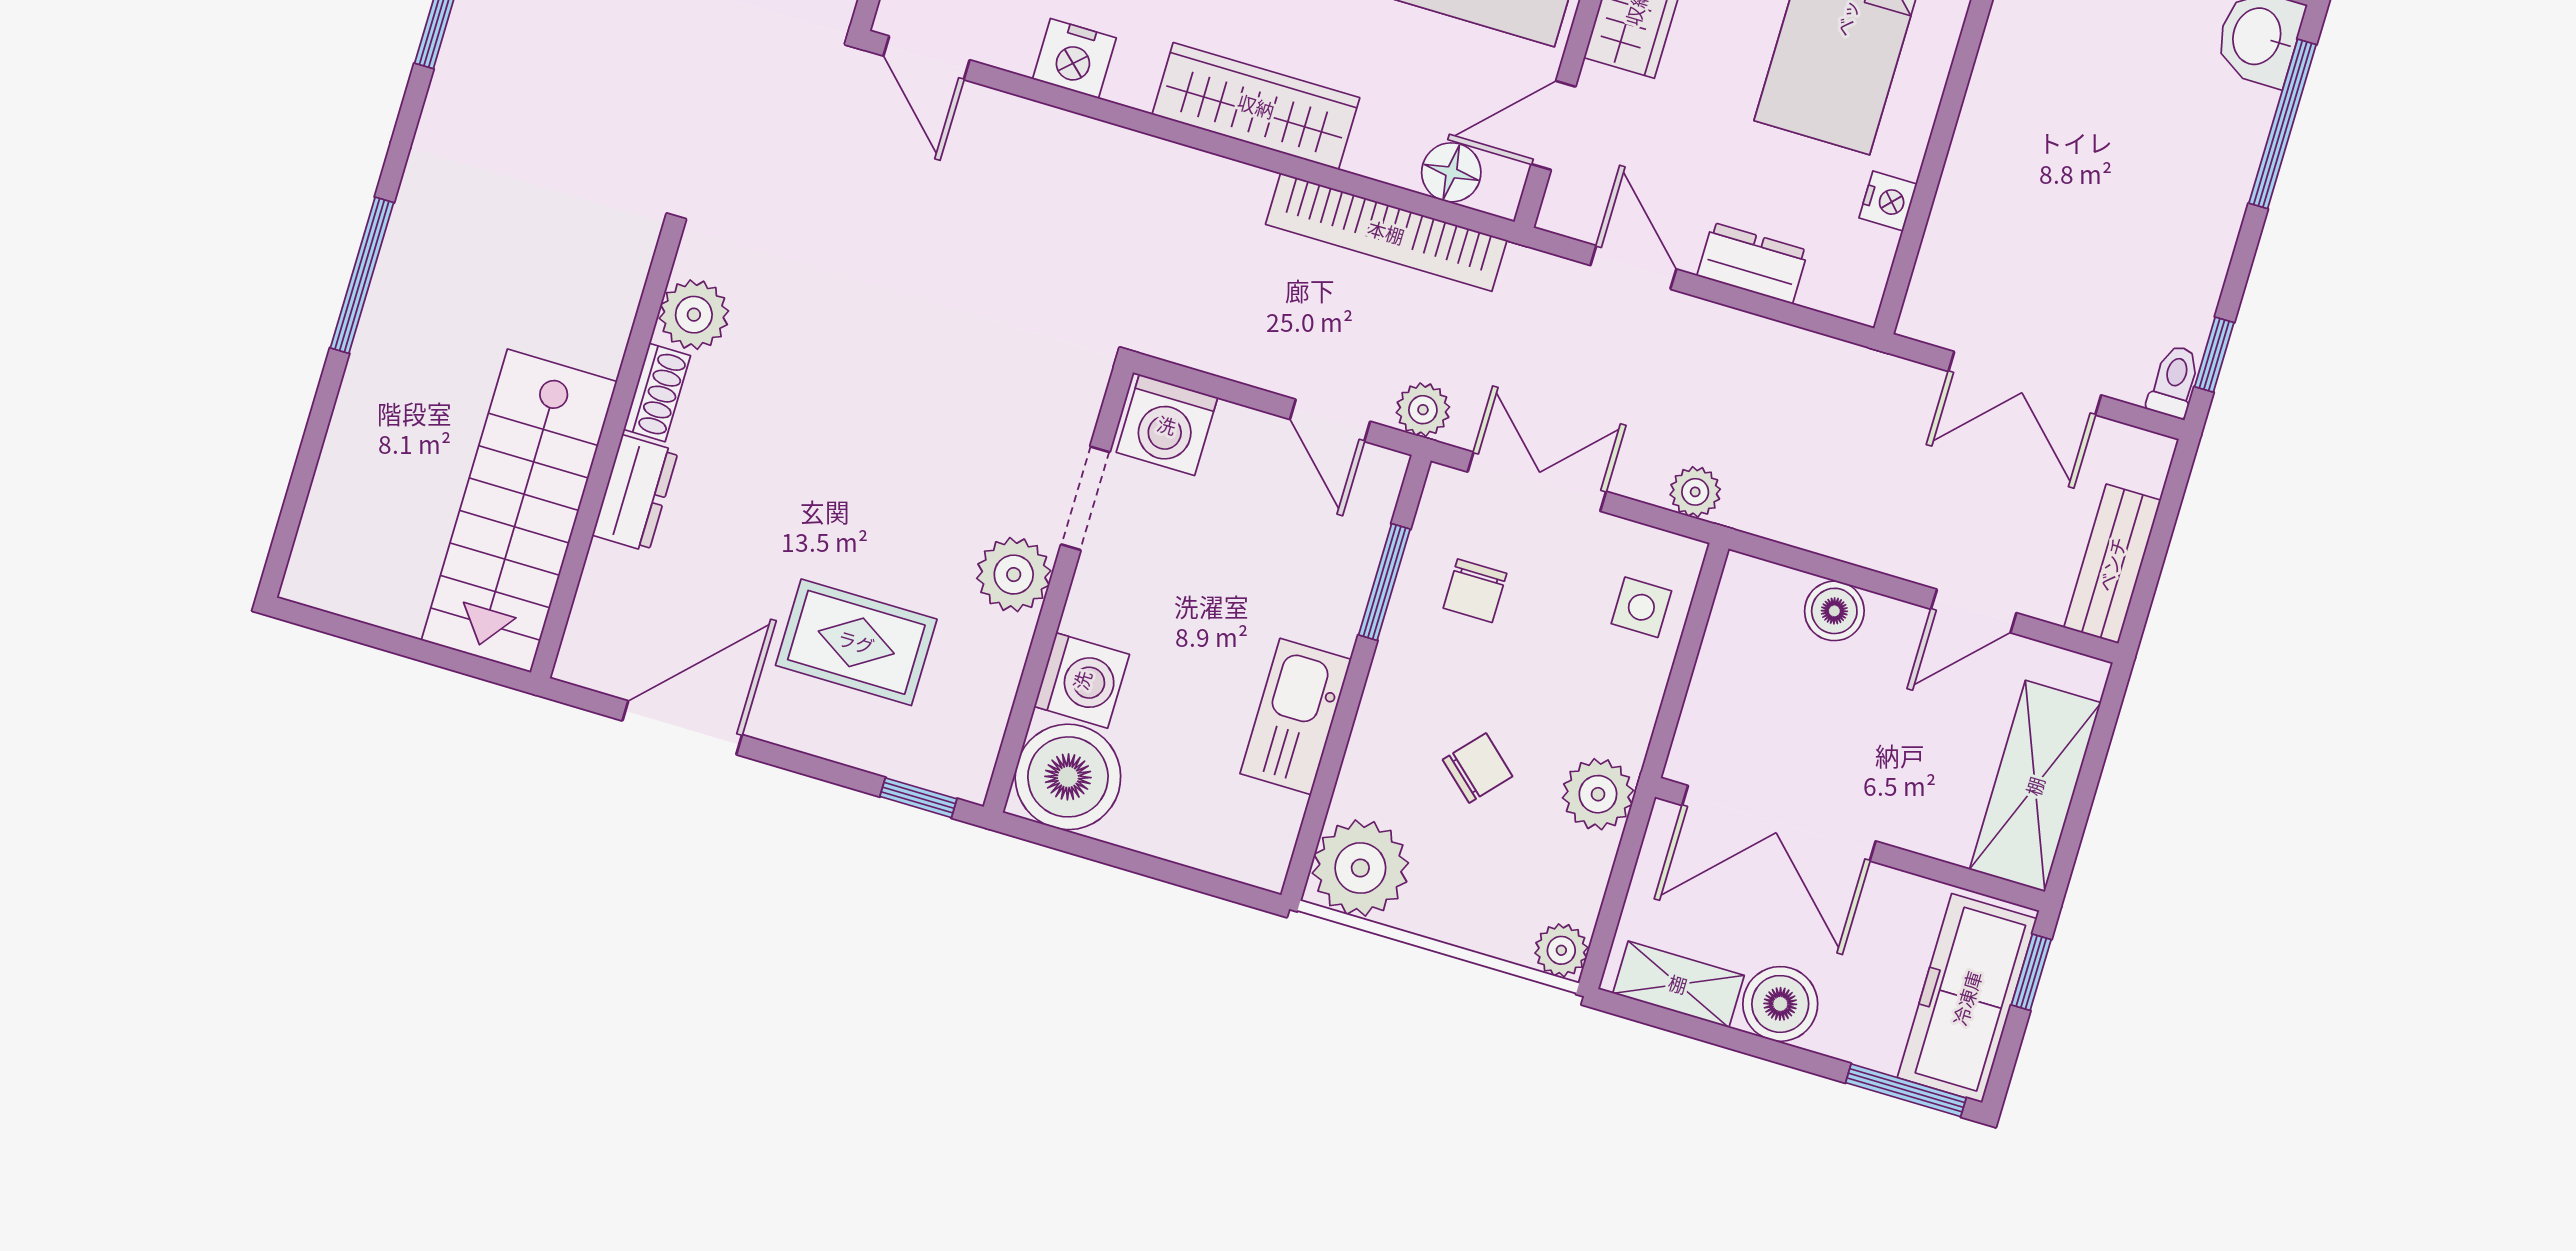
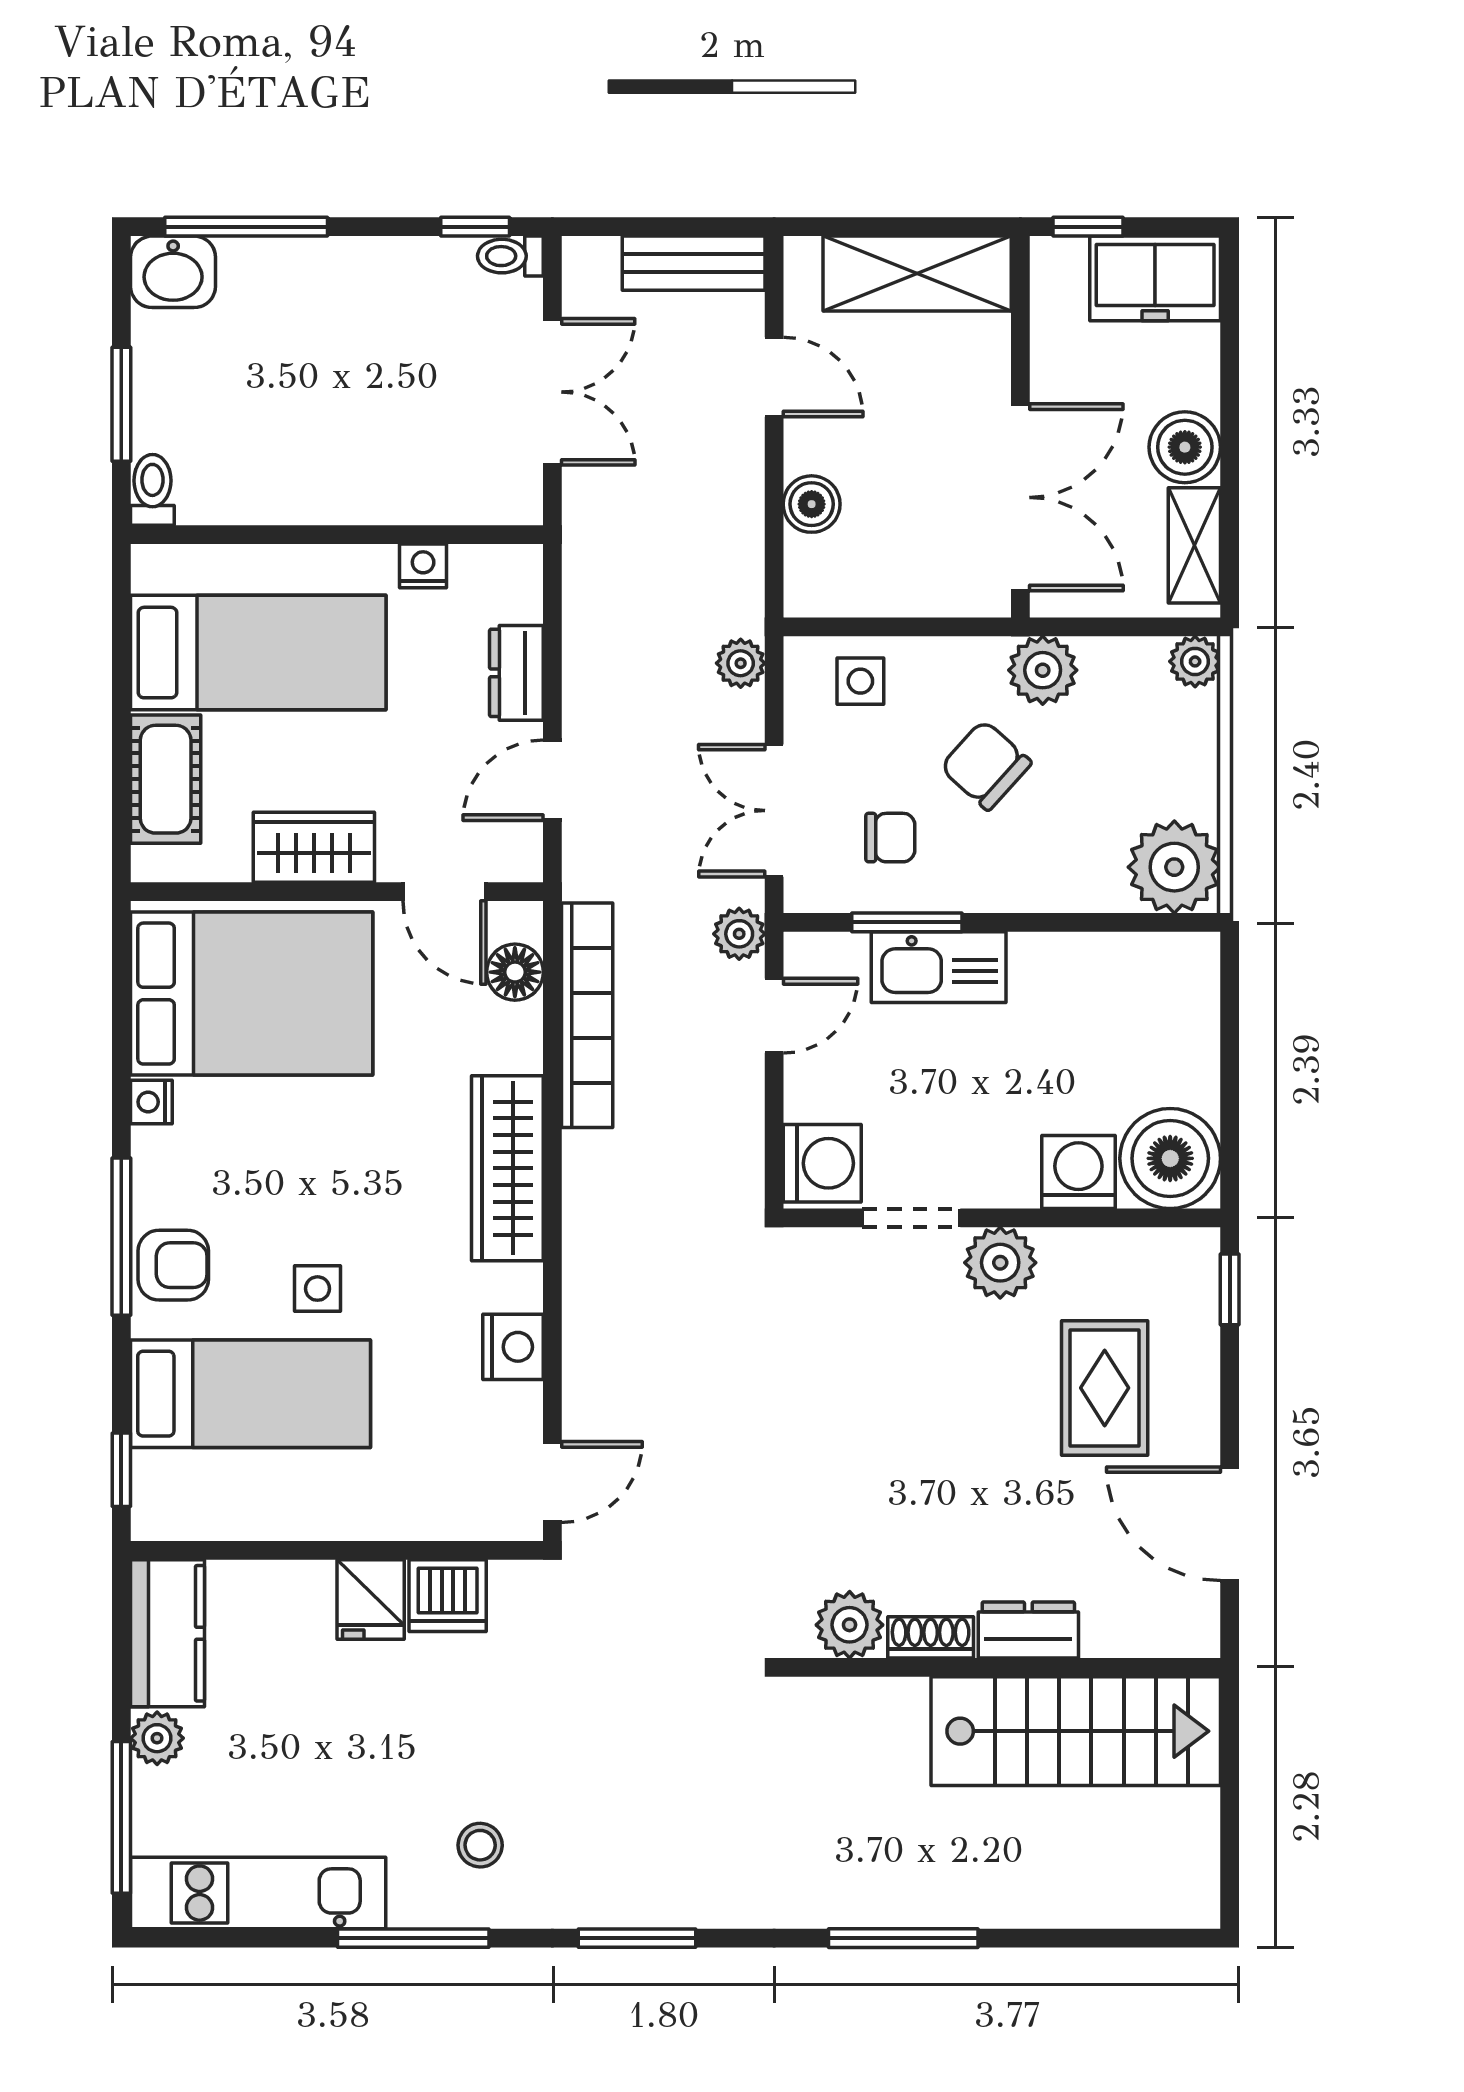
kitchen sink: (1296, 717) -> (939, 967), moved
chair: (1478, 768) -> (986, 765), moved, width x1.37, depth x1.37
freezer: (1967, 998) -> (1155, 278), width x0.71
window: (1906, 1090) -> (1230, 309), removed

